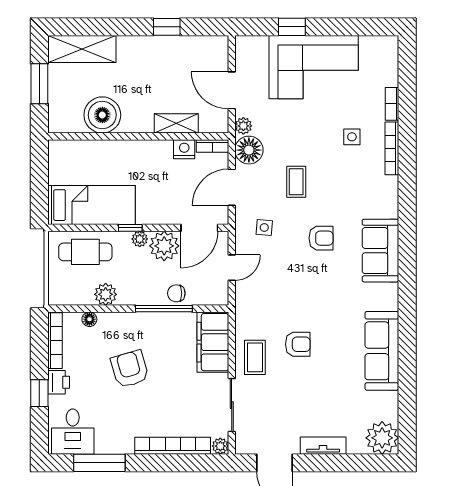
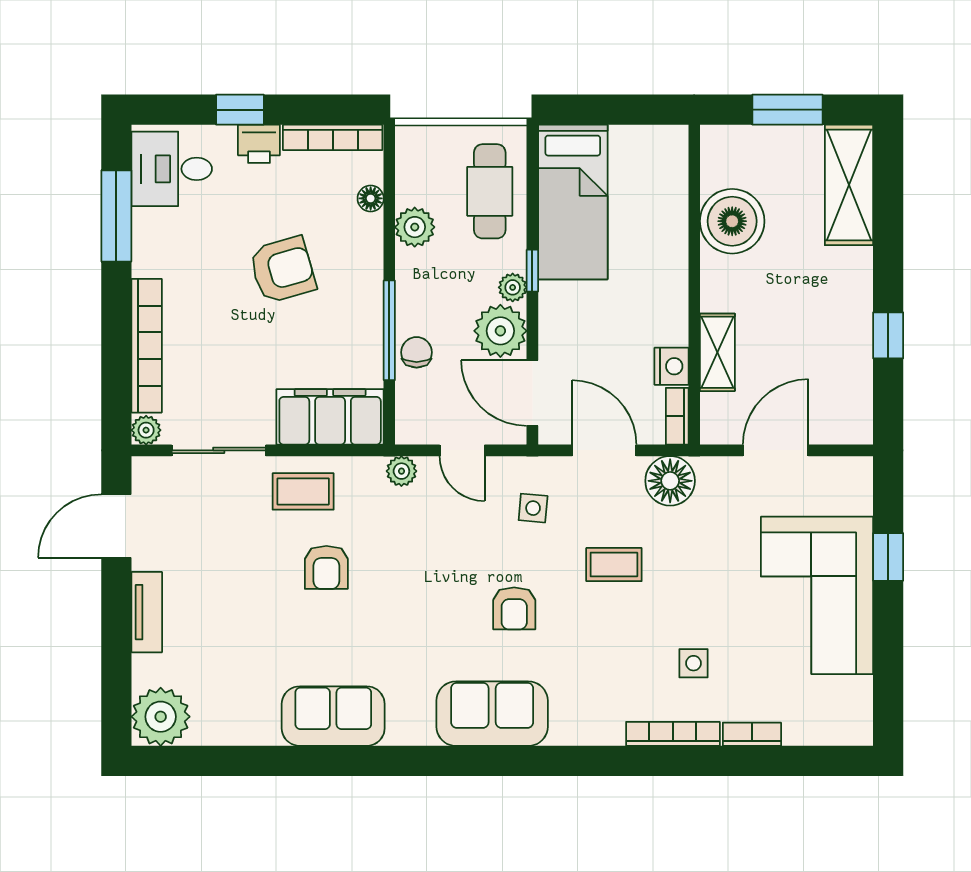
plant: (243, 126) -> (401, 471), moved
sofa: (382, 351) -> (333, 716), width x0.73

